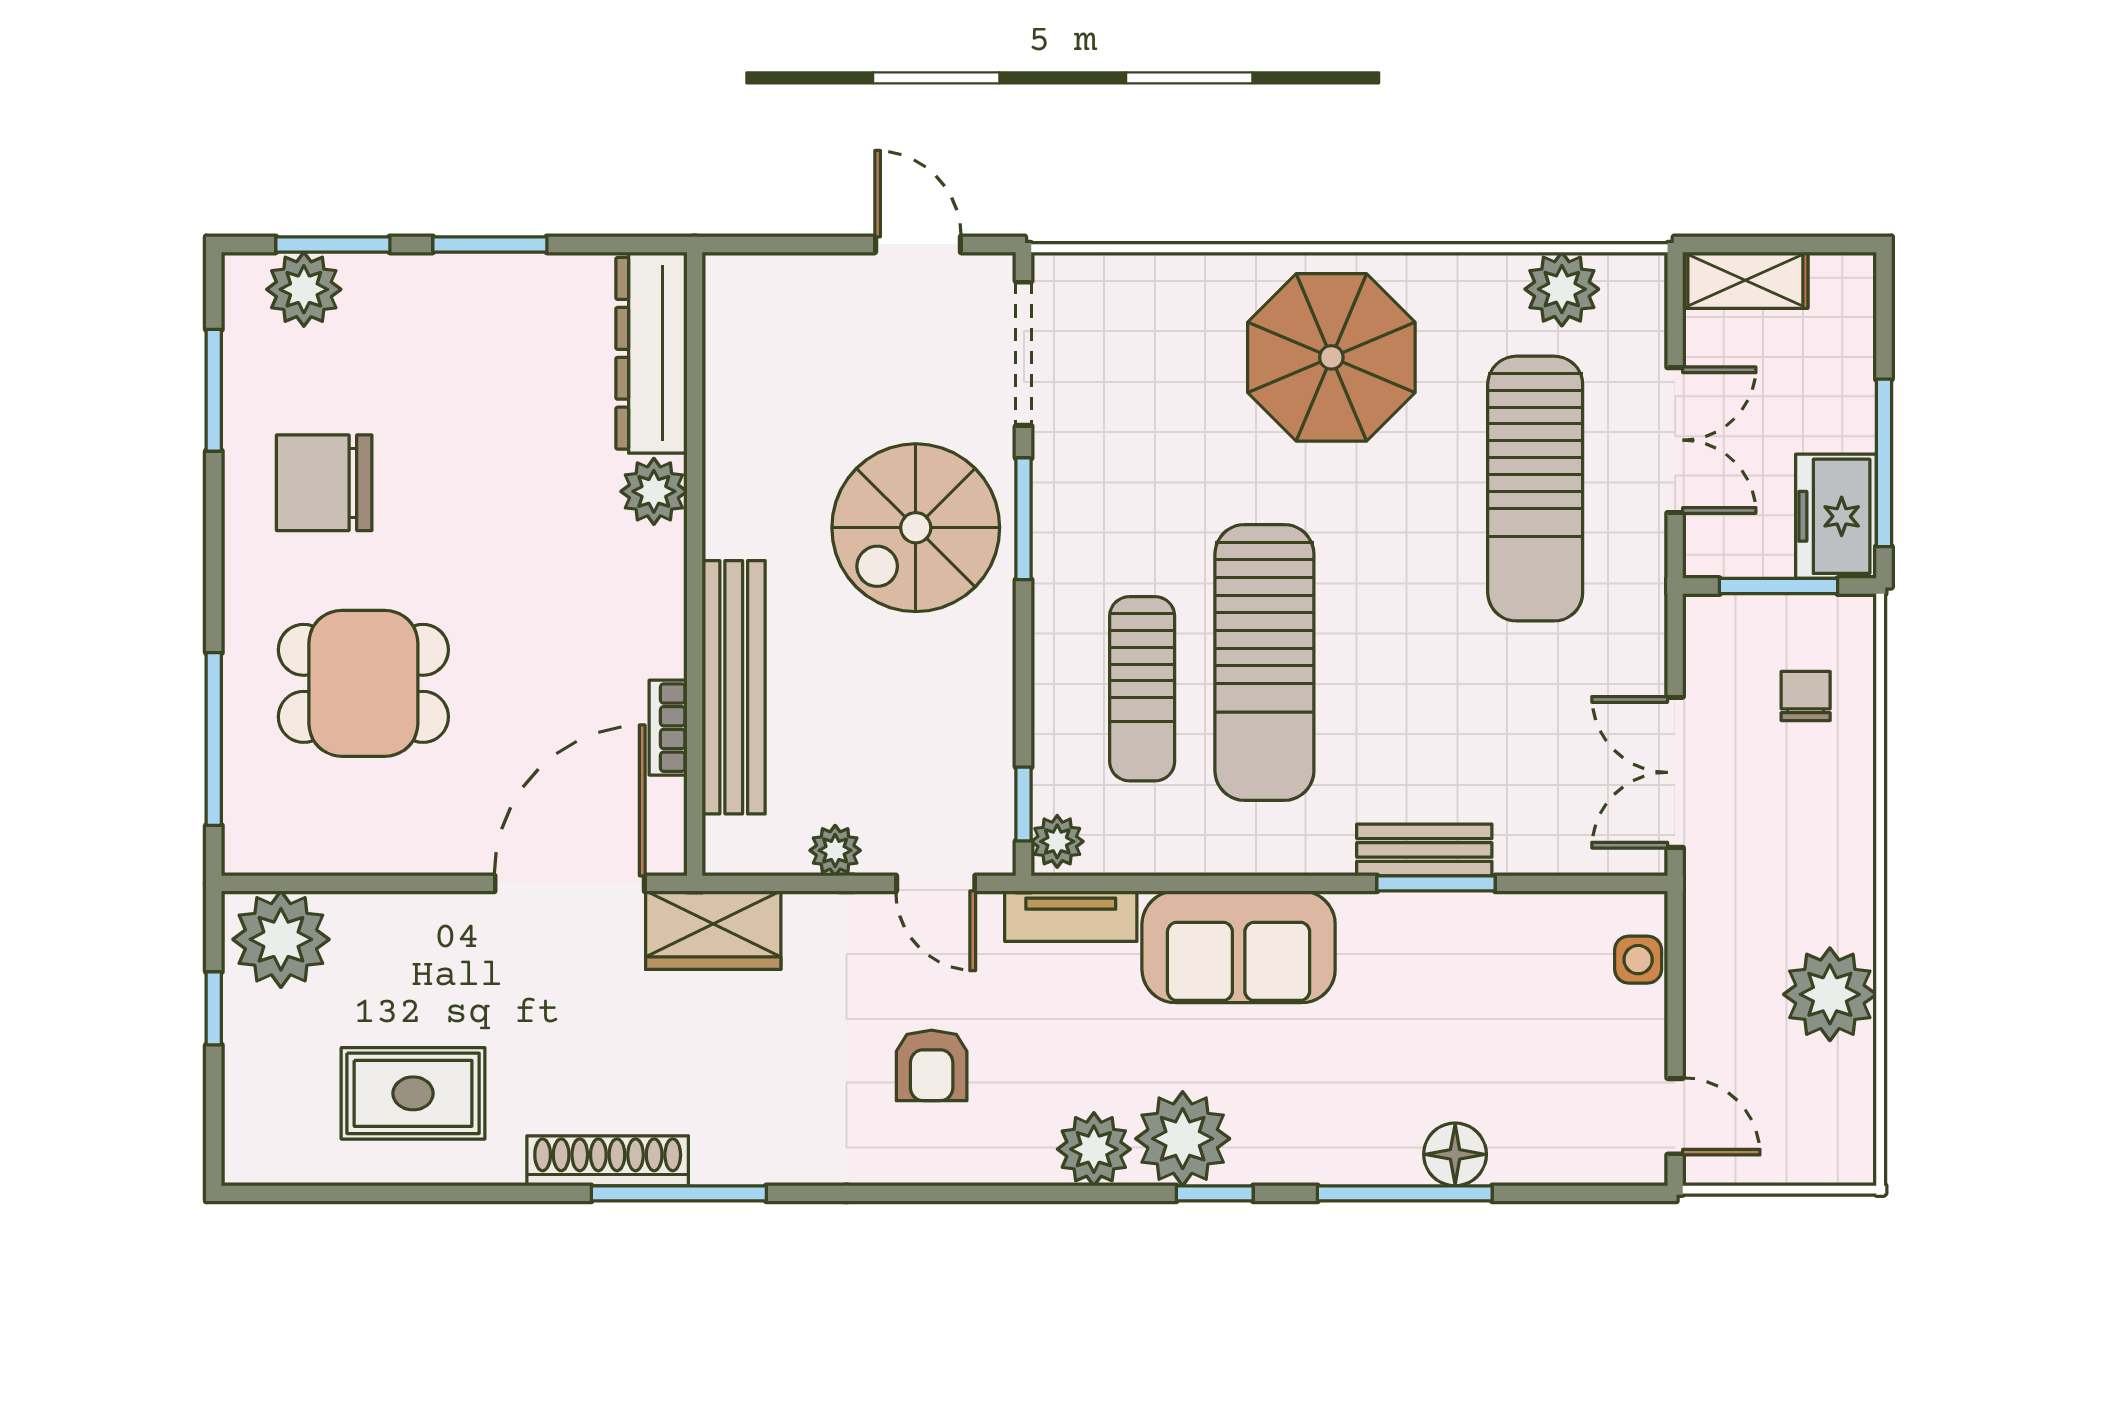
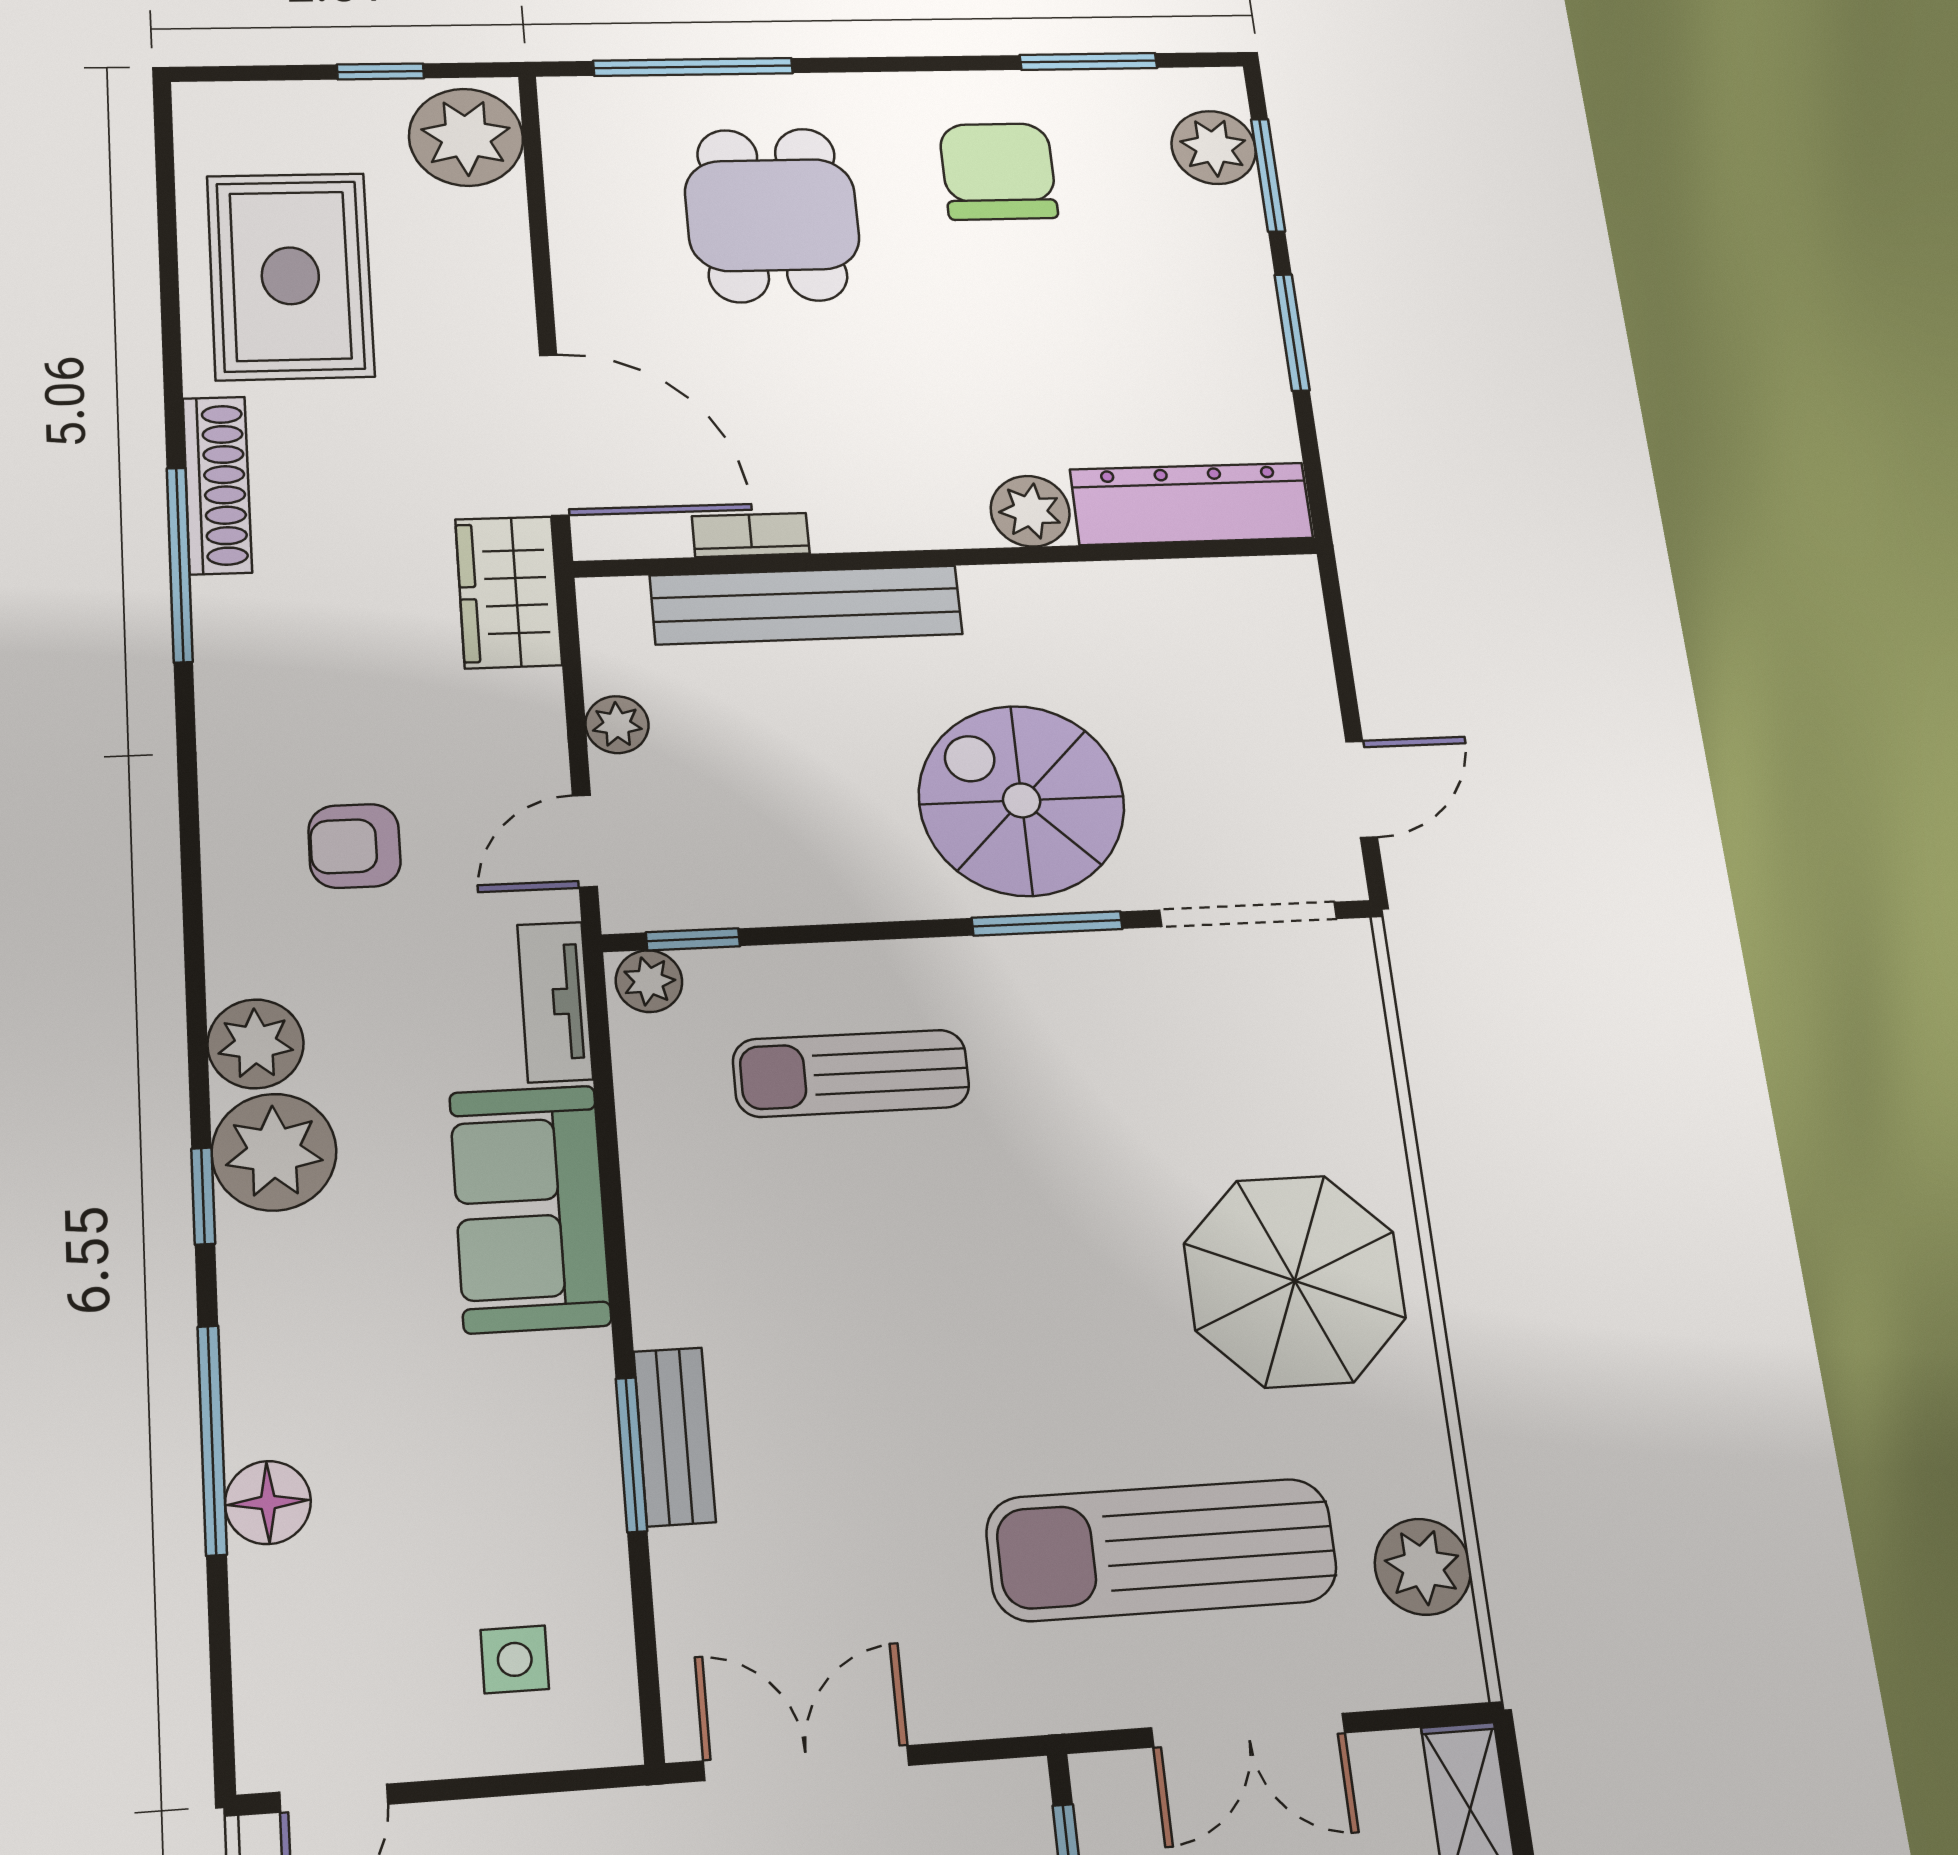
sun lounger: (1264, 662) -> (899, 1220), removed
side table: (1638, 960) -> (515, 1659), moved
rug: (413, 1093) -> (290, 276), width x1.36, depth x1.43

